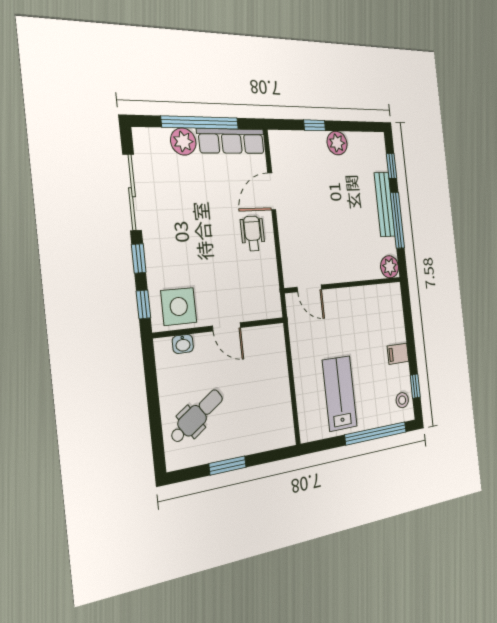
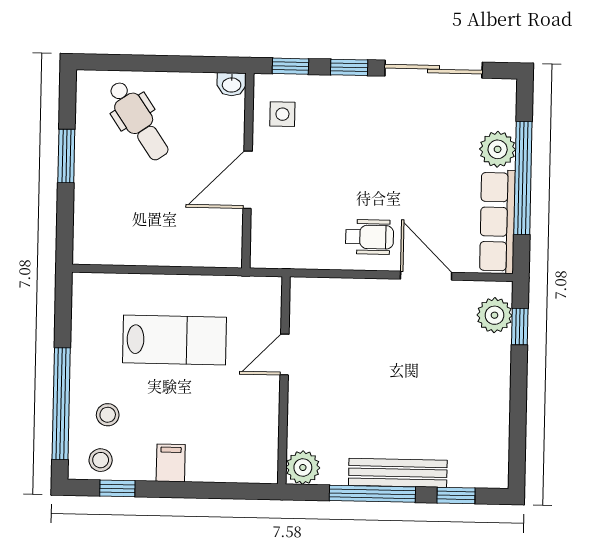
window: (315, 125) -> (520, 327), moved
plant: (337, 143) -> (495, 315), moved
door: (309, 288) -> (284, 355), moved
side table: (179, 306) -> (282, 114), width x0.54, depth x0.54
door: (227, 327) -> (248, 180), width x1.38
washbasin: (183, 344) -> (232, 84), moved, turned -90
lab bench: (340, 393) -> (175, 340), moved
stool: (378, 401) -> (108, 415), added

